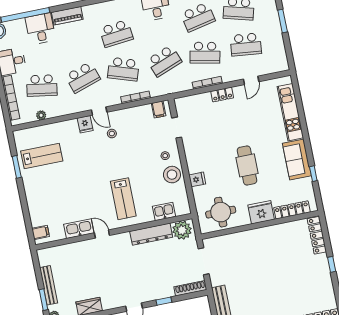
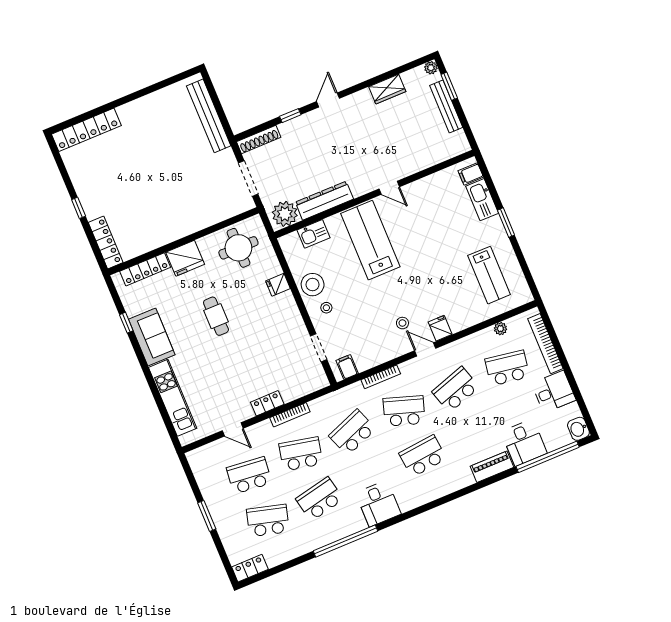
door: (251, 80) -> (233, 429), swing flipped
lab bench: (42, 156) -> (489, 275), turned -90
cafe table: (247, 165) -> (216, 316), width x0.73, depth x0.74
window: (17, 167) -> (506, 223), moved
lab bench: (123, 199) -> (370, 240), width x1.36, depth x1.39
kitchen sink: (79, 229) -> (482, 200), moved, turned 90

